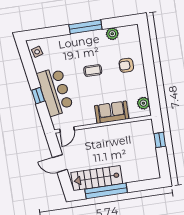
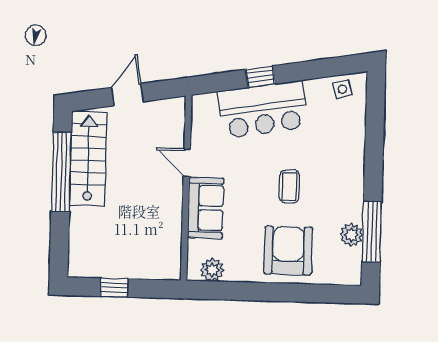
window: (85, 27) -> (372, 232), moved
armchair: (126, 65) -> (288, 251), width x1.88, depth x1.88
door: (67, 130) -> (187, 163), moved
window: (160, 140) -> (114, 288), moved

